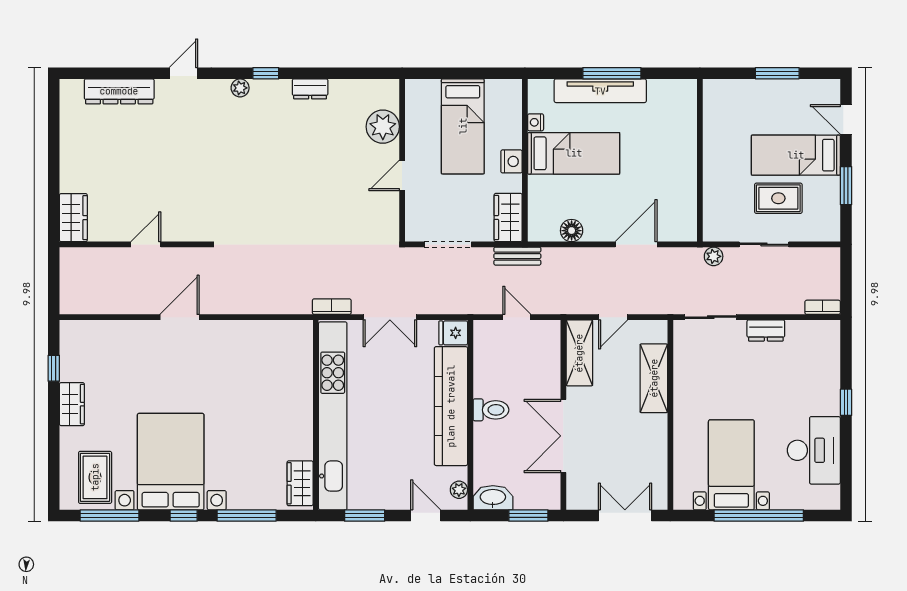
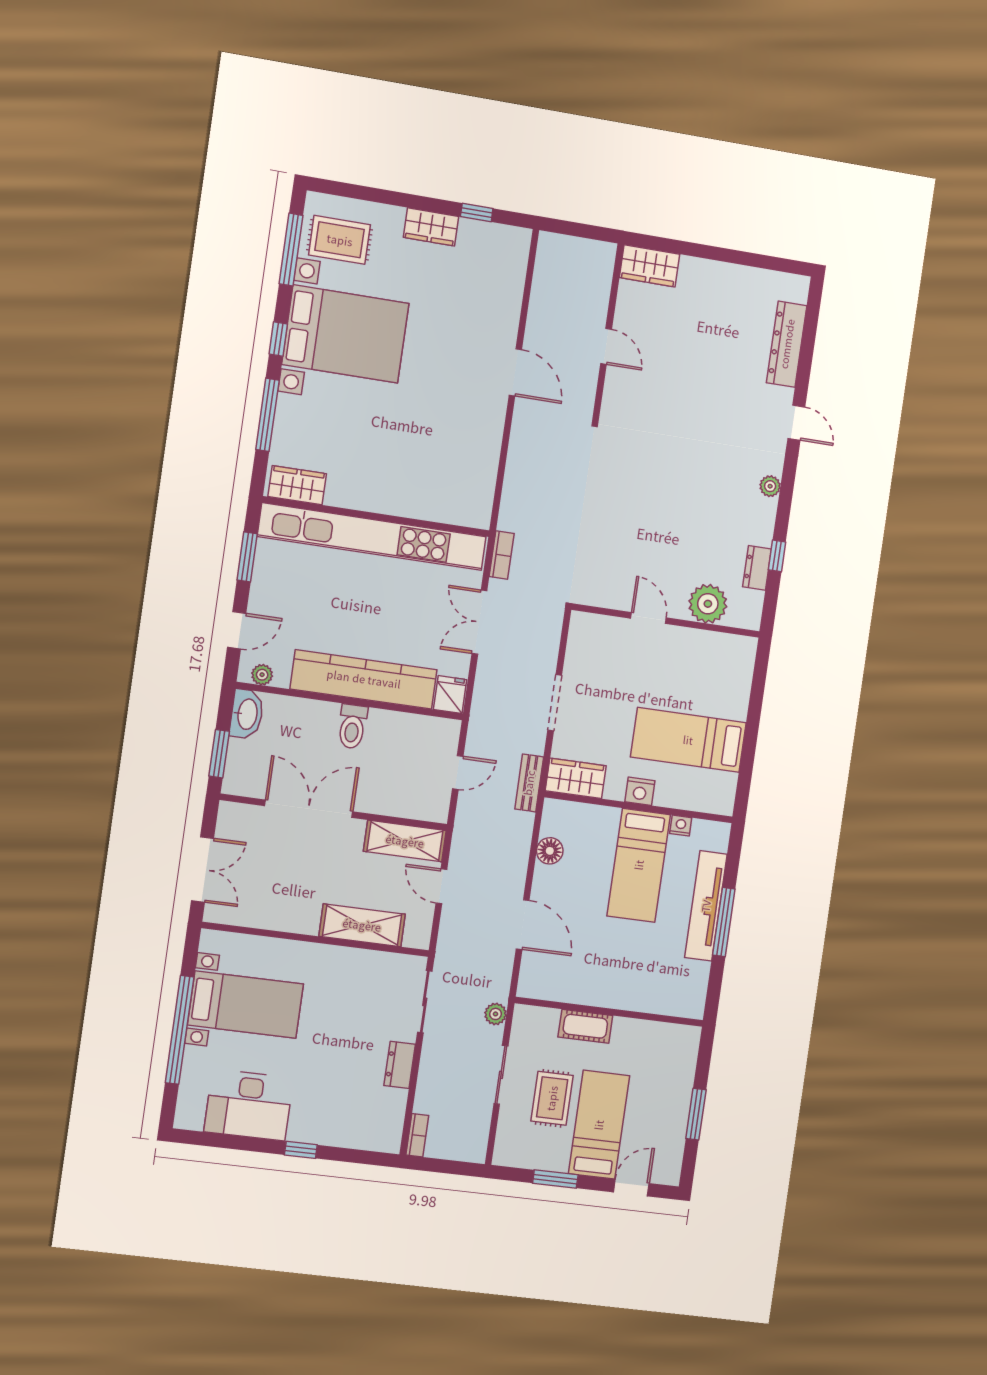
window: (266, 73) -> (777, 556), moved
plant: (383, 127) -> (708, 604), moved
wall: (402, 160) -> (666, 621), moved
door: (402, 175) -> (648, 618), moved
cot: (714, 179) -> (585, 1026), added

